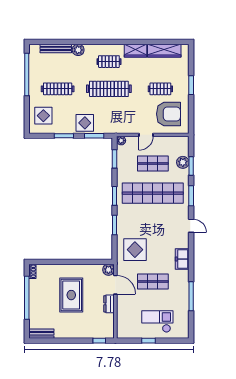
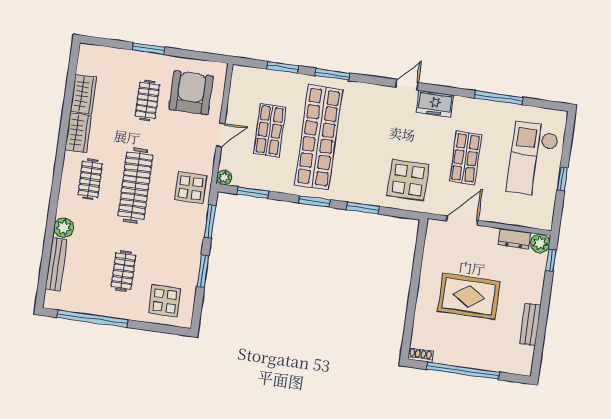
wardrobe: (164, 51) -> (83, 94), width x0.67
clothes rail: (58, 89) -> (123, 271), width x0.73
display table: (85, 123) -> (191, 188), moved
door: (146, 135) -> (221, 135), hinge flipped
plant: (183, 162) -> (275, 80), removed
door: (191, 226) -> (407, 85), moved
plant: (108, 270) -> (540, 243), moved
dresser: (109, 304) -> (514, 239), moved
checkout: (157, 321) -> (533, 159), width x1.36, depth x1.21
bench: (41, 334) -> (530, 325), moved

